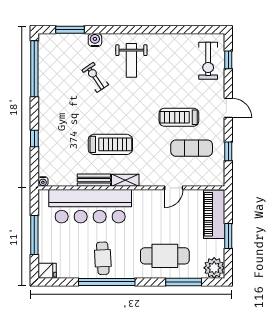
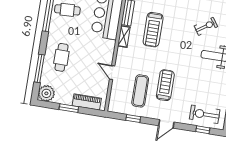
piano: (214, 214) -> (87, 102), width x0.73, depth x0.75
cafe table: (165, 256) -> (61, 57), width x0.73, depth x0.74

